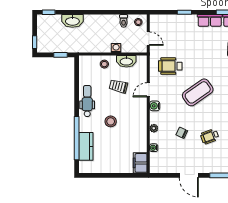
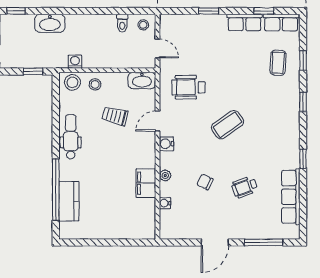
washing machine: (116, 48) -> (75, 62), moved
washbasin: (126, 61) -> (142, 80), moved
coffee table: (198, 92) -> (228, 125), width x0.73, depth x0.76
stool: (111, 121) -> (72, 82), moved
filing cabinet: (140, 163) -> (146, 183), moved
door: (189, 175) -> (215, 242), hinge flipped

